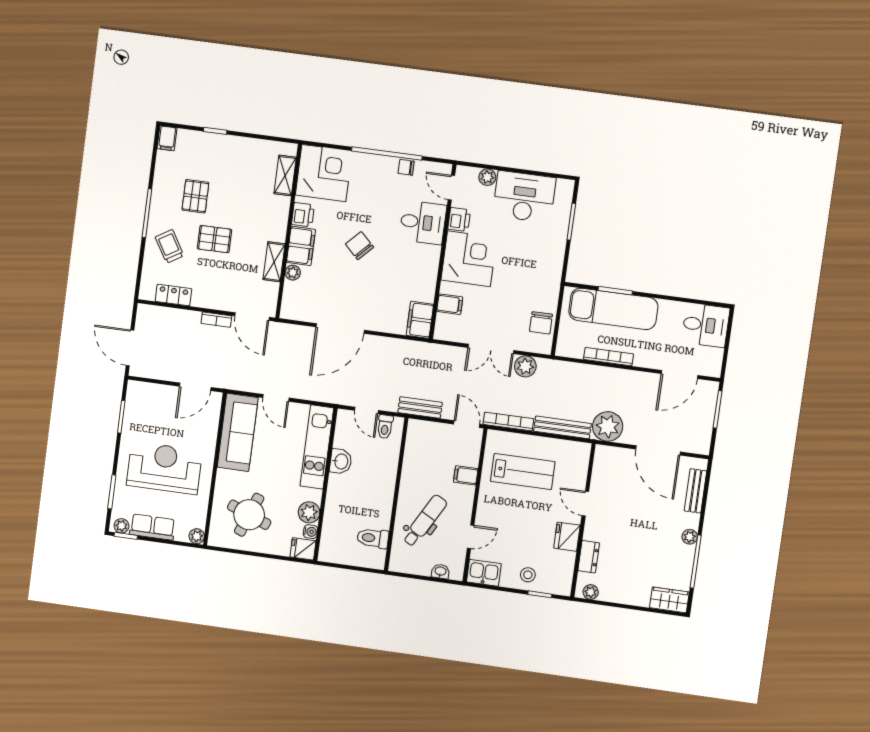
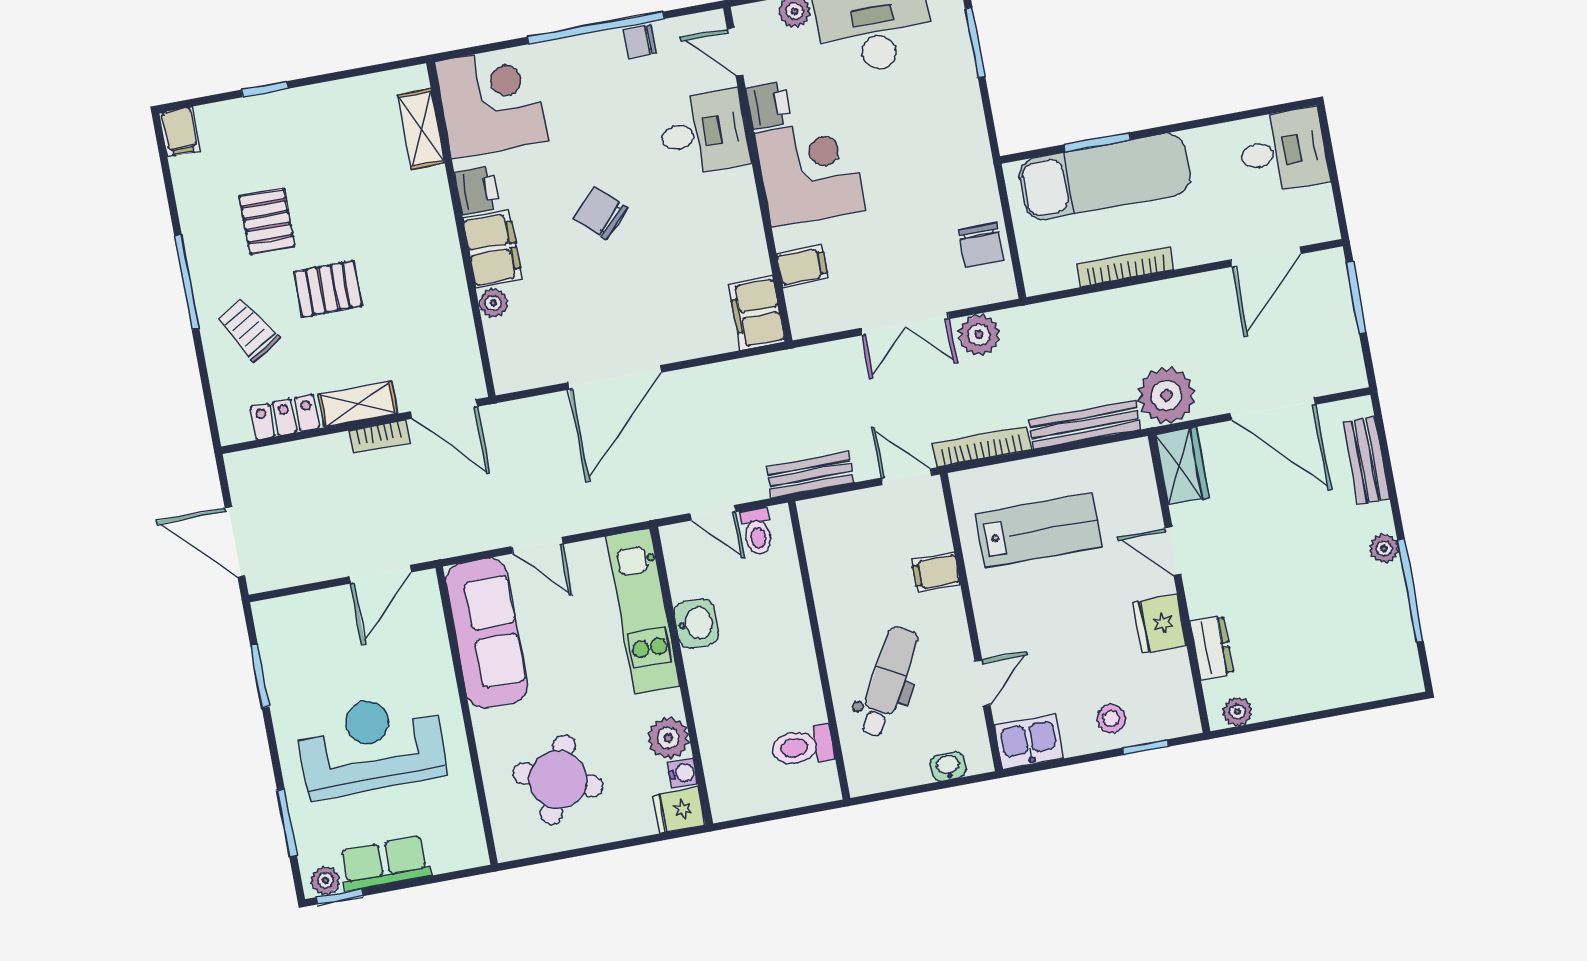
shelving: (274, 262) -> (358, 404), moved, turned 90
plant: (197, 536) -> (473, 853), removed
wardrobe: (669, 600) -> (1182, 466), moved, turned 90

